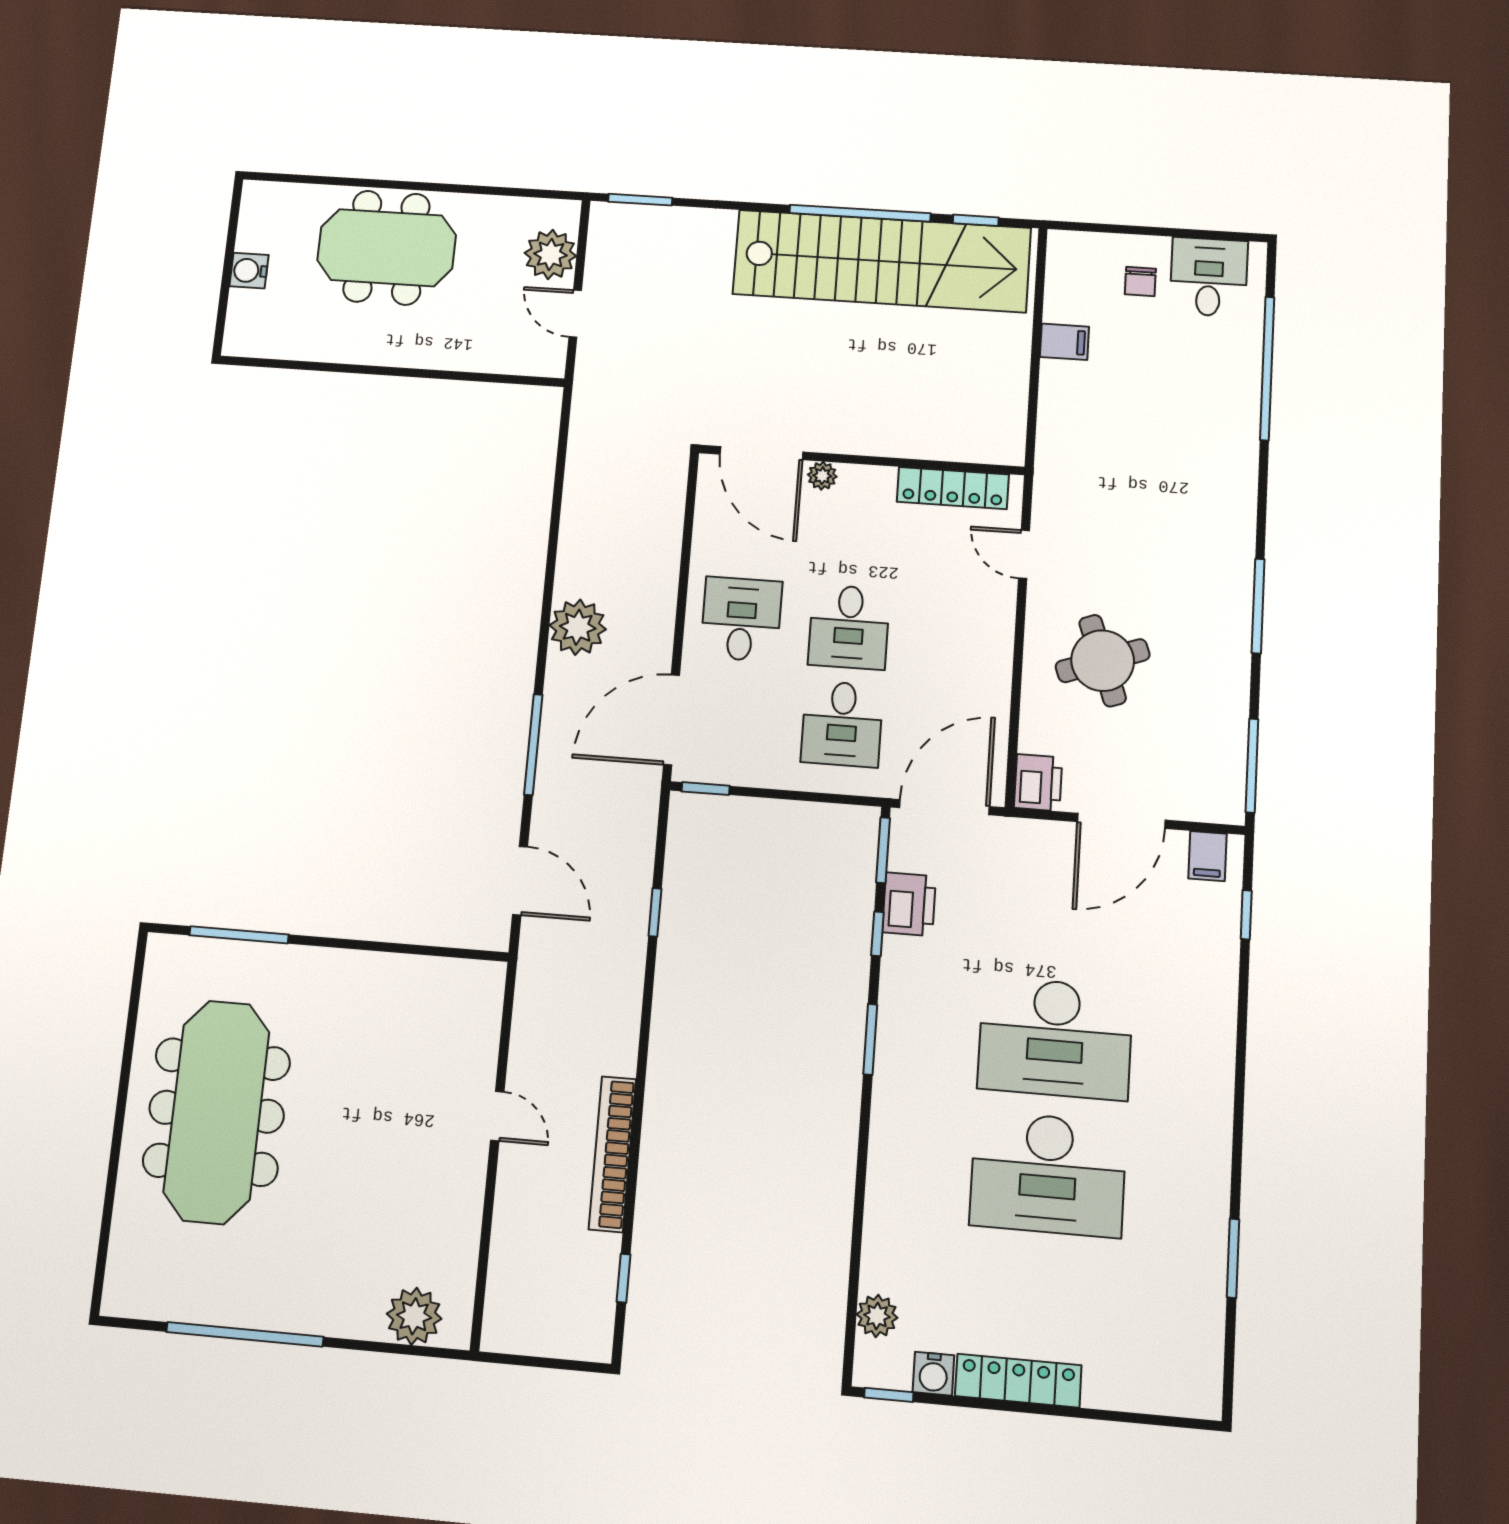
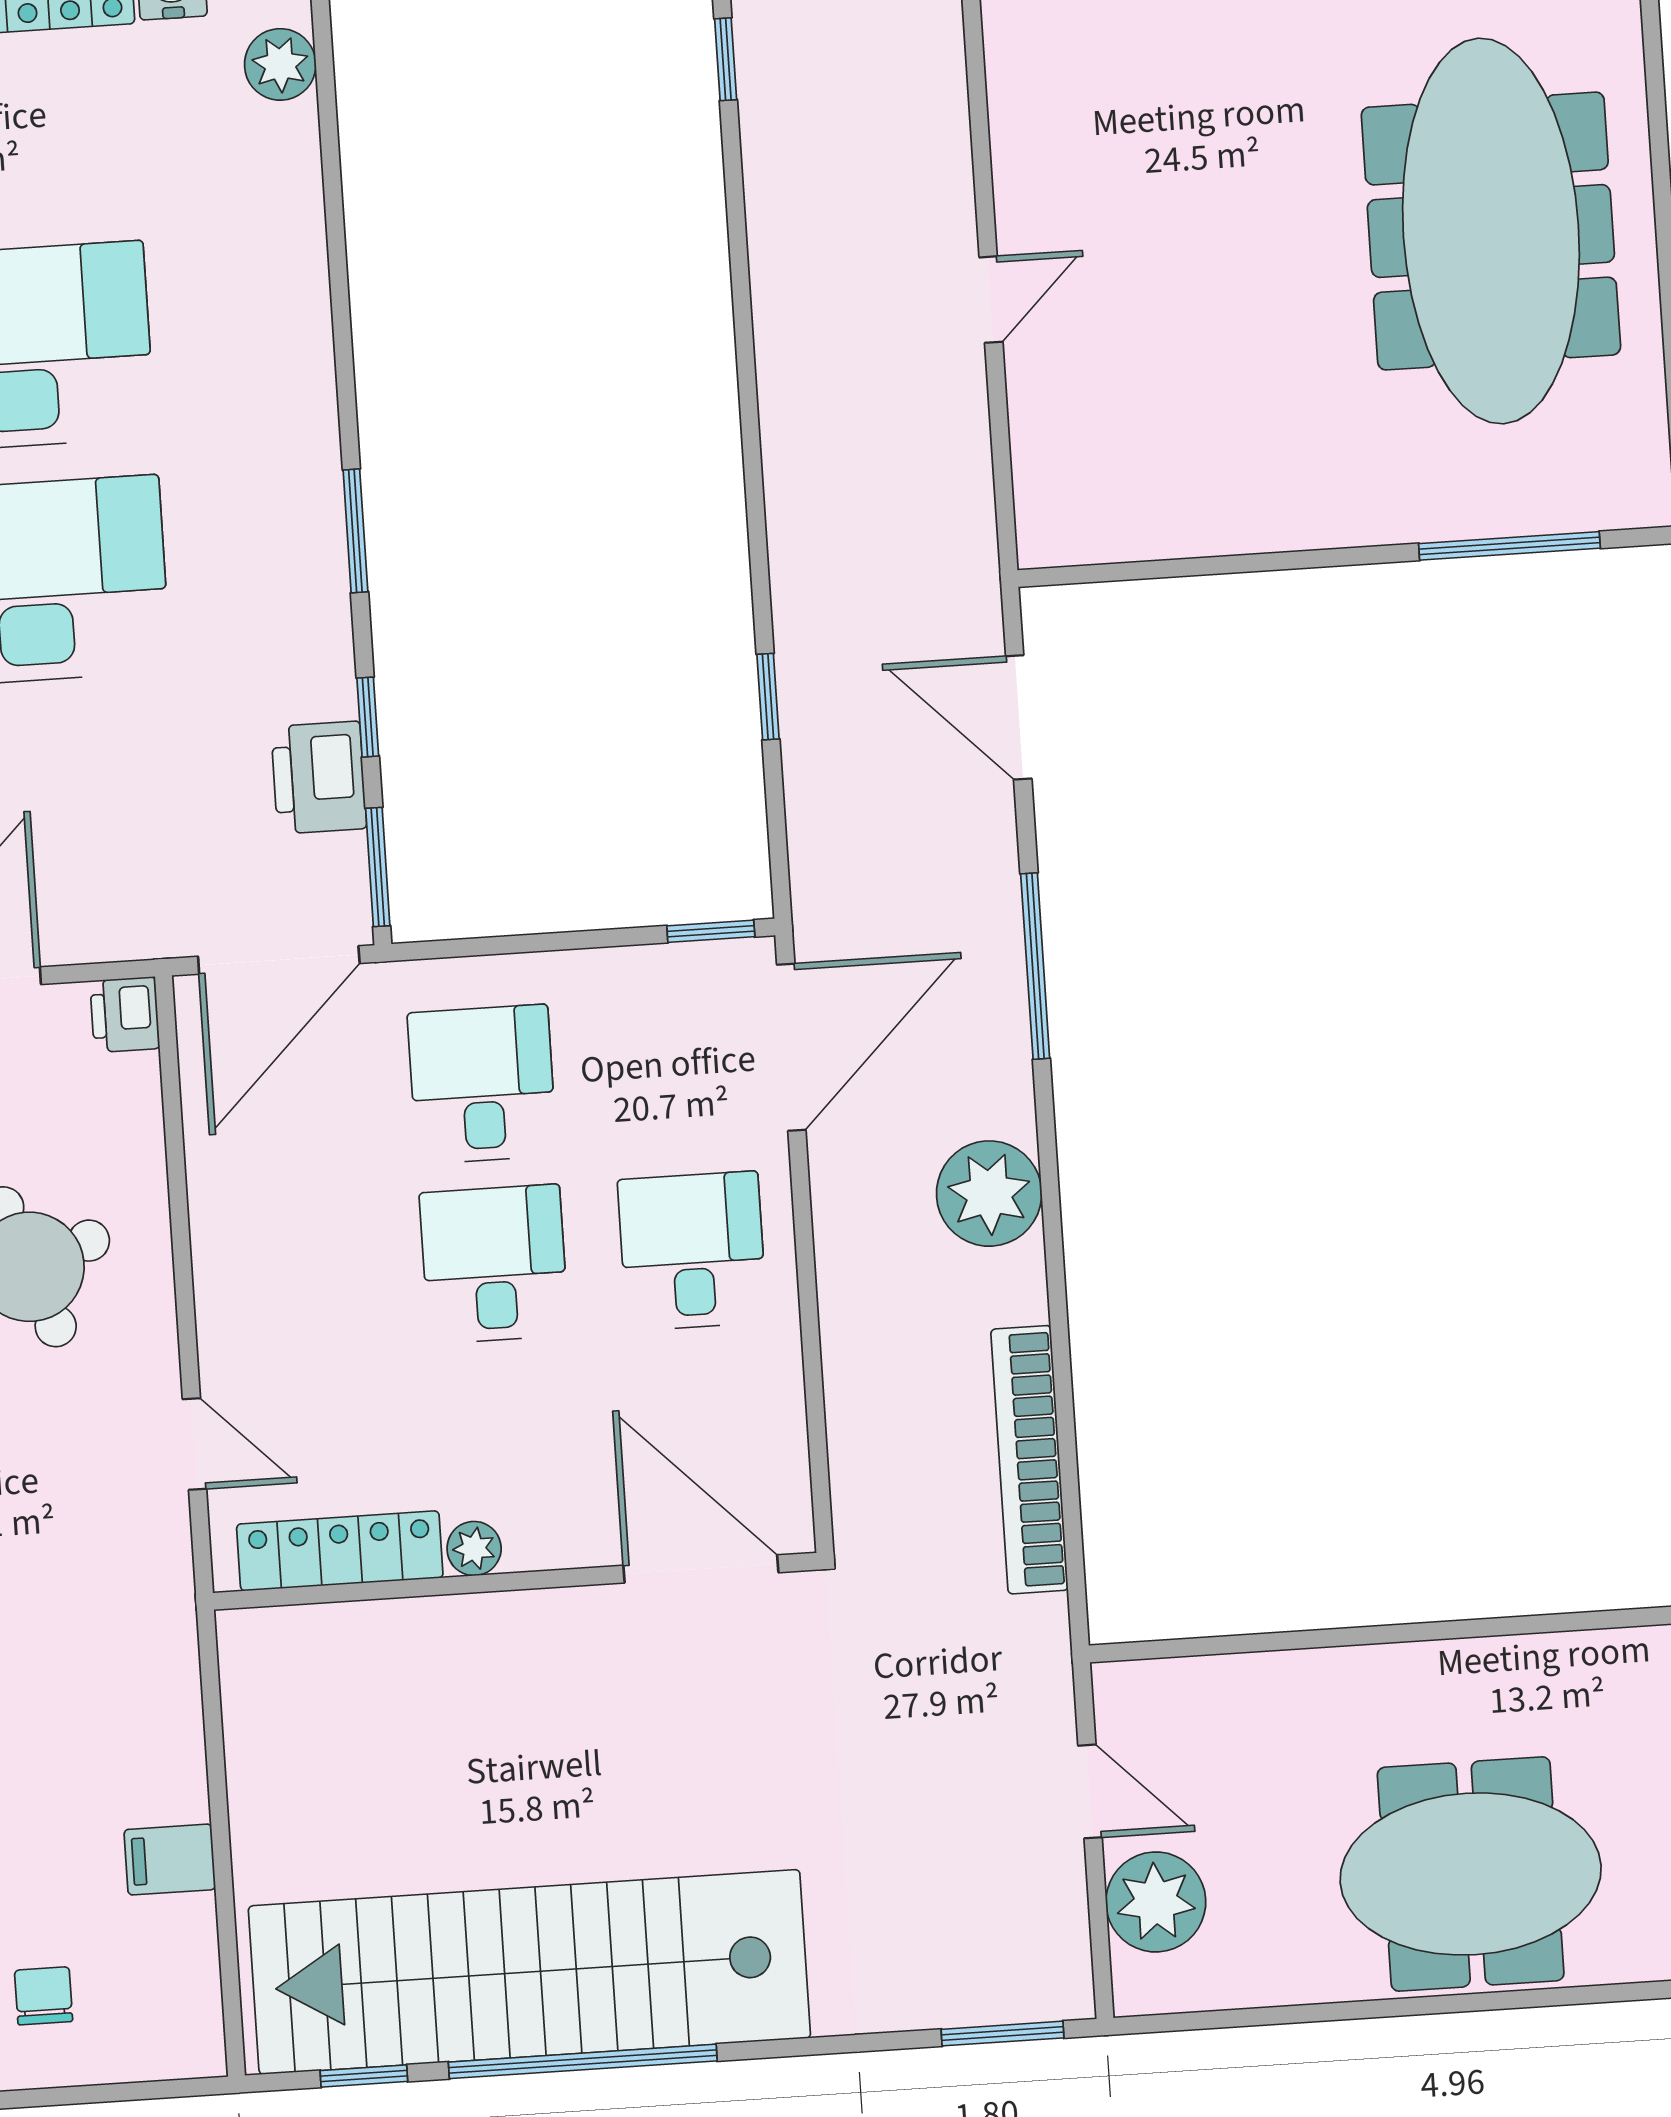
plant: (822, 476) -> (474, 1548), moved
desk: (741, 619) -> (692, 1251), turned 180
printer: (1038, 783) -> (125, 1015), width x0.73, depth x0.81
door: (497, 1116) -> (991, 300), swing flipped
bookcase: (612, 1154) -> (1029, 1460), moved, turned 180

